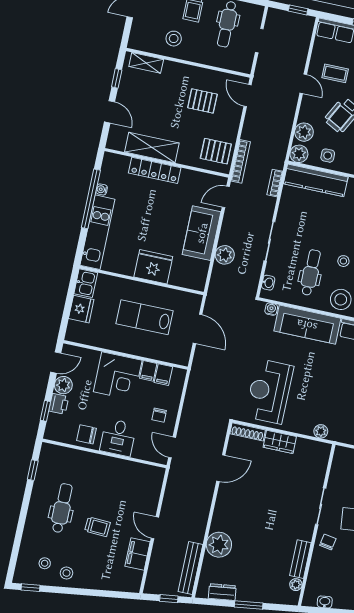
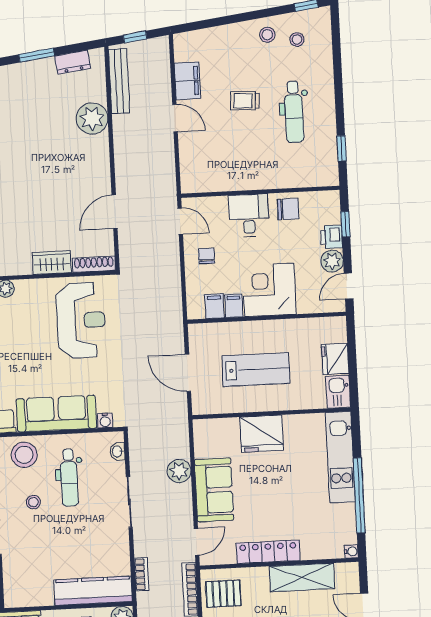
locker: (155, 170) -> (268, 552), moved
water cooler: (102, 189) -> (351, 551), moved

